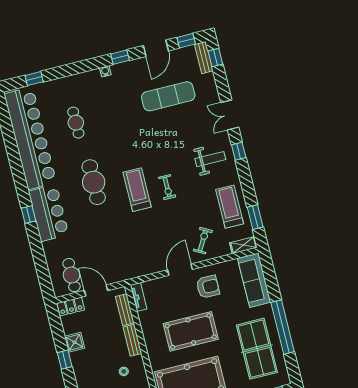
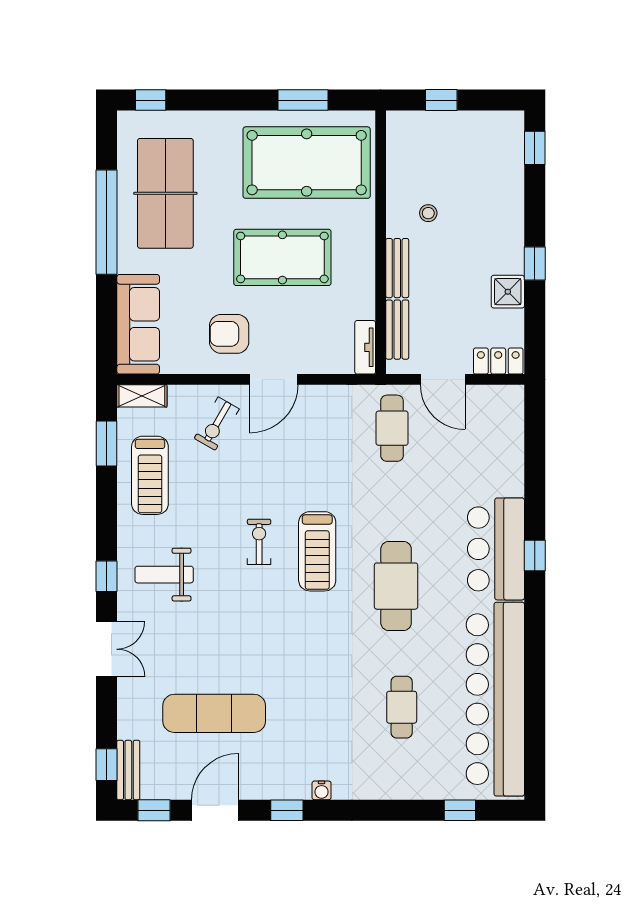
cafe table: (72, 275) -> (392, 428), moved

